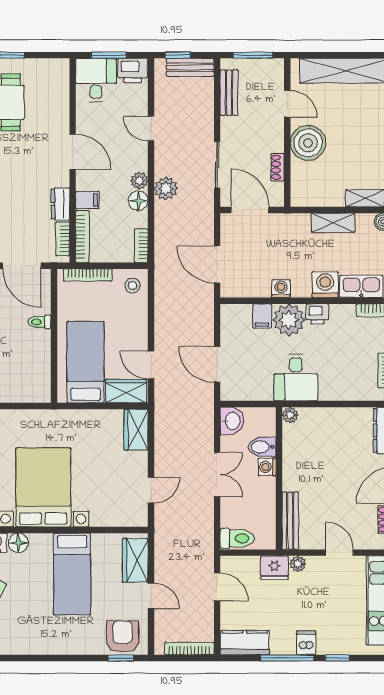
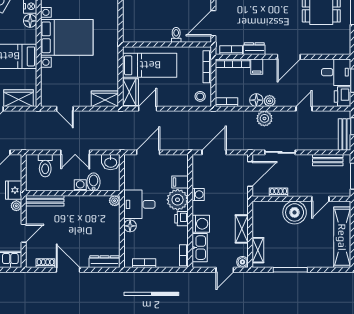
floor lamp: (328, 392) -> (130, 226), added
toilet: (237, 538) -> (45, 166), moved

